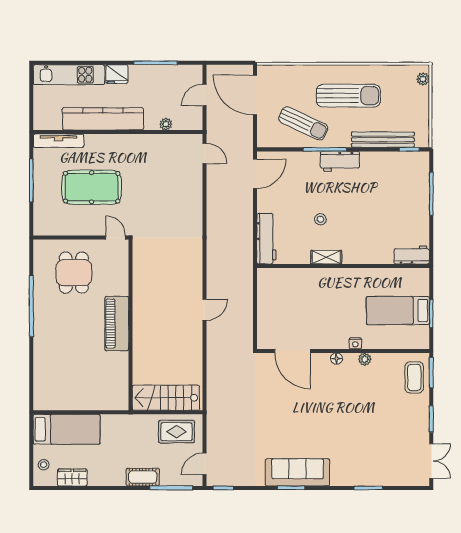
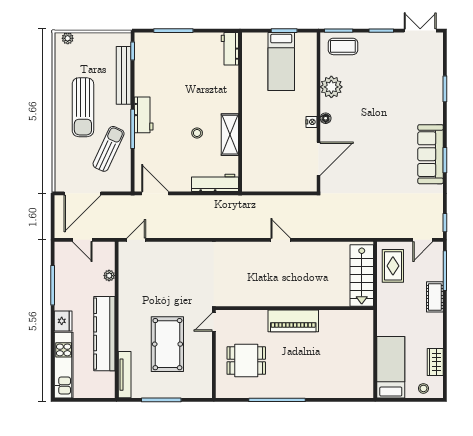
sun lounger: (348, 96) -> (83, 107), turned 180
shelving: (326, 257) -> (230, 135), width x1.50, depth x1.33
nightstand: (355, 343) -> (311, 122), moved
plant: (365, 359) -> (331, 87), width x1.88, depth x1.88
door: (205, 464) -> (423, 240), hinge flipped

